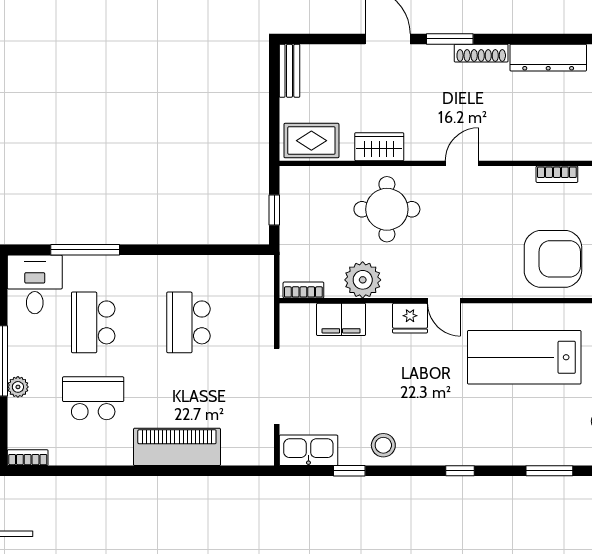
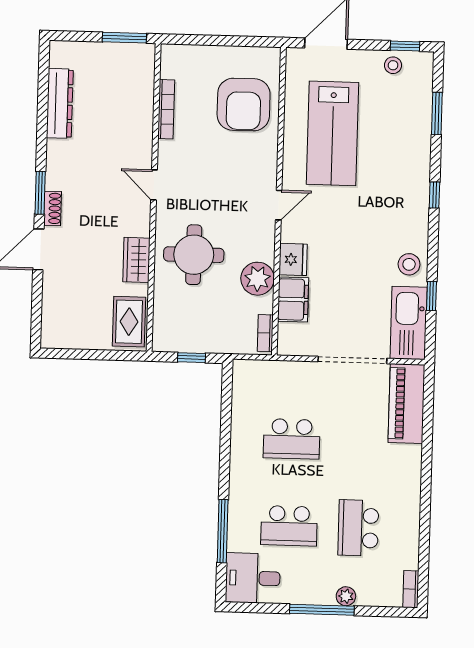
shoe rack: (481, 53) -> (53, 208), moved, width x0.70
bench: (289, 71) -> (65, 340), removed
bookcase: (557, 174) -> (166, 109), width x1.56
armchair: (553, 259) -> (244, 105), turned 180
fridge: (410, 318) -> (293, 259), moved
piano: (177, 447) -> (406, 404), moved
kitchen sink: (308, 450) -> (409, 323), width x1.36, depth x1.24

